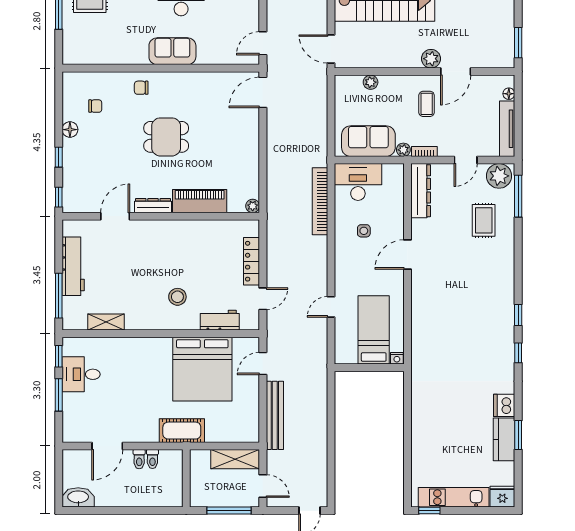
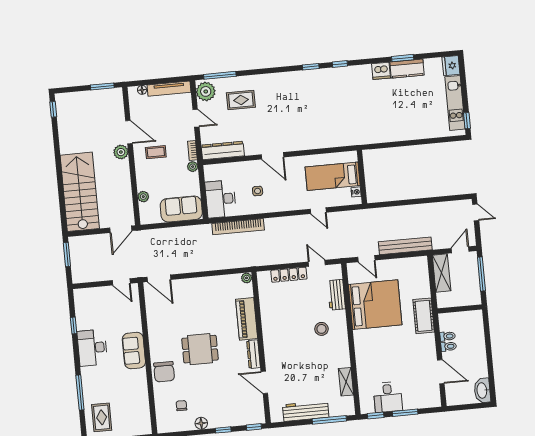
chair: (141, 88) -> (164, 372), width x1.87, depth x1.87
dining table: (166, 137) -> (200, 349), turned 90
sofa: (368, 141) -> (181, 209), moved, turned 90
nightstand: (397, 358) -> (356, 192), moved

